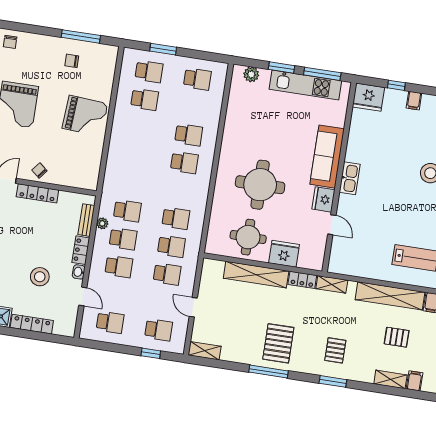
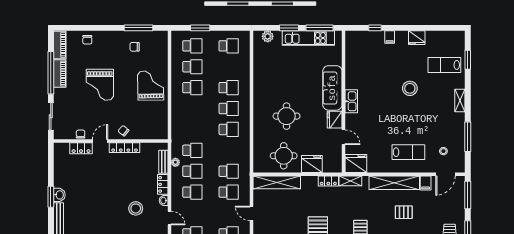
fridge: (368, 97) -> (356, 164), moved, turned 180
grand piano: (85, 116) -> (151, 86), turned -95
school desk: (140, 127) -> (192, 88), added
round table: (260, 185) -> (287, 116), width x0.73, depth x0.73
school desk: (176, 218) -> (229, 129), moved
shelving: (256, 275) -> (277, 182), moved

